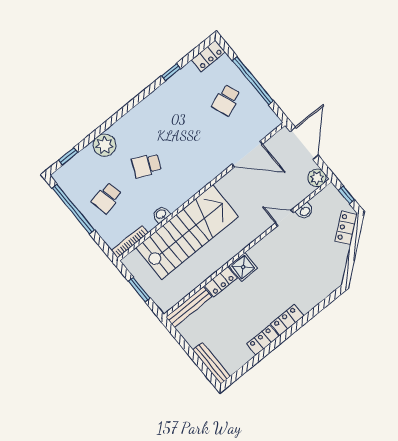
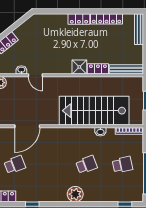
plant: (105, 145) -> (75, 194), moved
door: (247, 154) -> (27, 126), swing flipped
school desk: (147, 165) -> (87, 165), turned -45
locker: (263, 340) -> (107, 19), width x1.53

